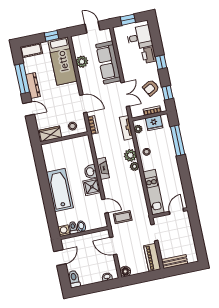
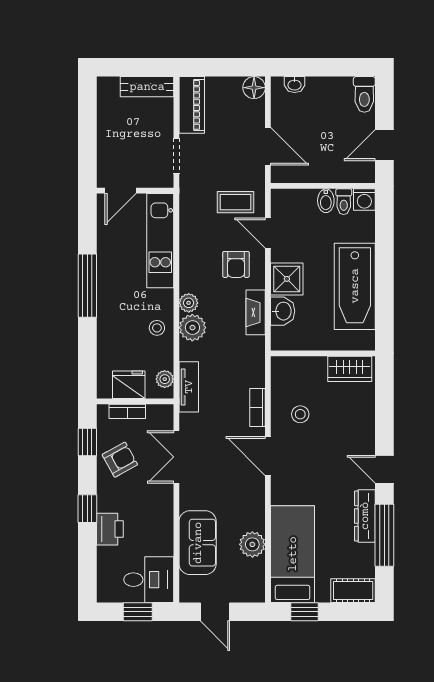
desk: (140, 37) -> (149, 580), moved, turned 180
sofa: (108, 63) -> (198, 543), width x0.73
wardrobe: (50, 134) -> (350, 369), moved
wall: (64, 138) -> (323, 353), moved
window: (178, 141) -> (87, 286), moved
armchair: (116, 189) -> (236, 264), added

